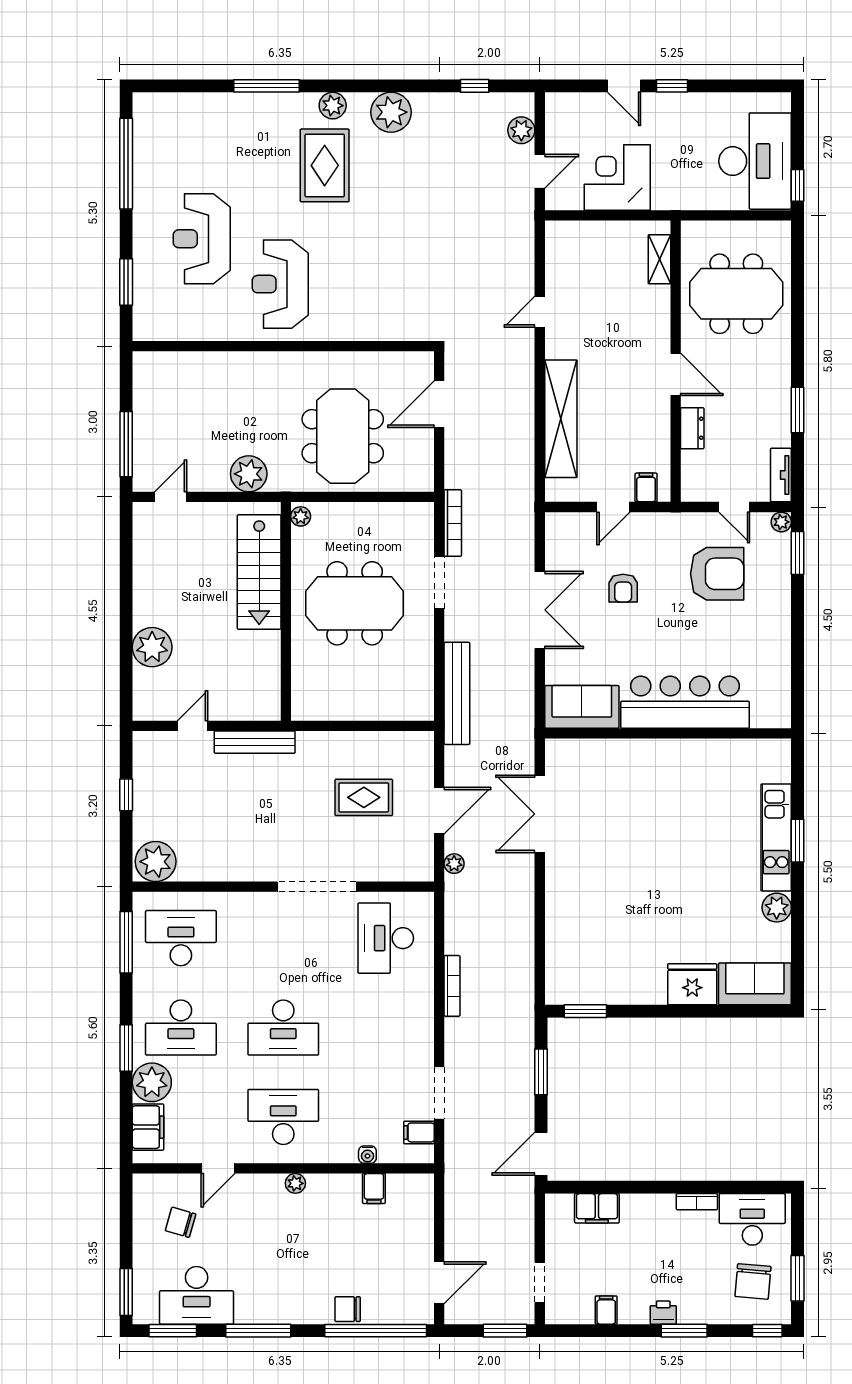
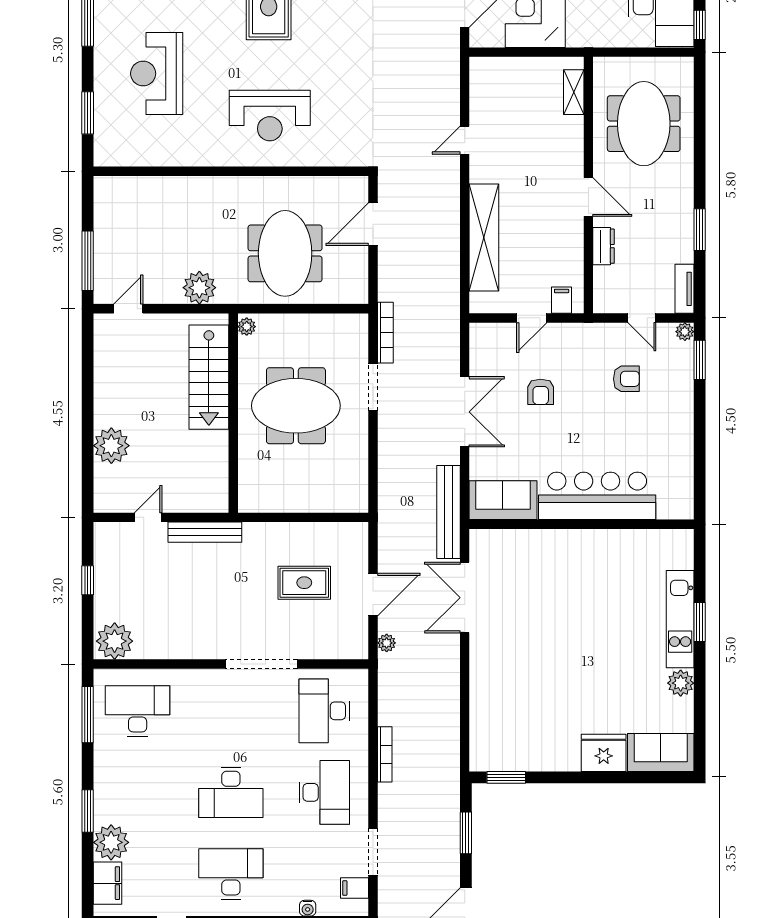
reception desk: (280, 284) -> (270, 115), moved, turned -90
meeting table: (736, 294) -> (644, 124), turned 90
armchair: (717, 574) -> (626, 379), width x0.53, depth x0.53
bench: (457, 693) -> (448, 512), moved
desk: (181, 1028) -> (324, 792), moved, turned -90

